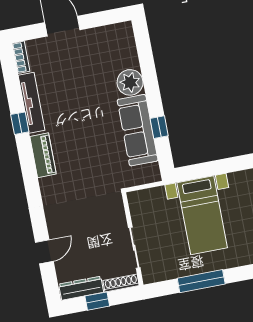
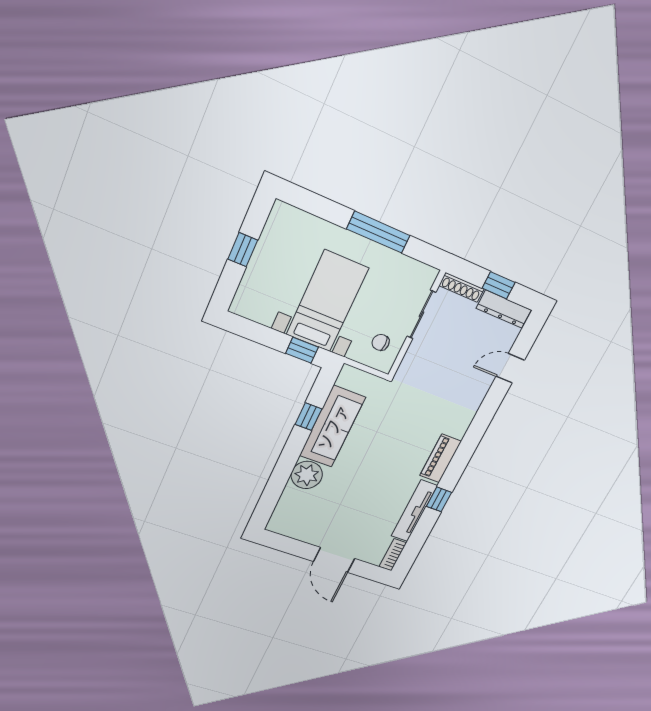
window: (196, 172) -> (302, 350), added
chair: (148, 211) -> (381, 342), added

